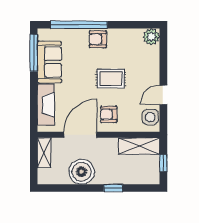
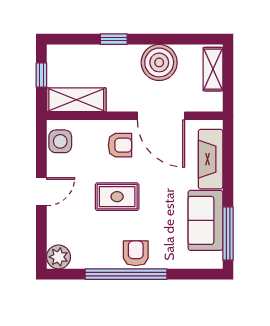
window: (79, 25) -> (126, 274), moved
armchair: (98, 39) -> (136, 253), turned -90
door: (163, 95) -> (41, 192), moved
door: (80, 135) -> (161, 116), hinge flipped
shelving: (44, 153) -> (213, 69), moved

